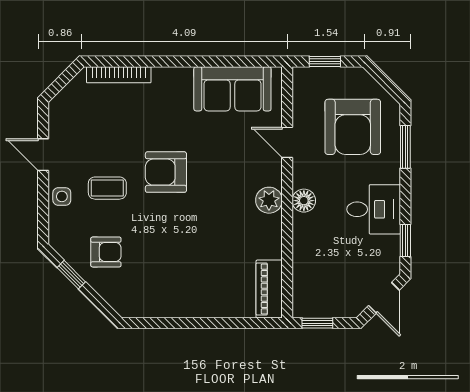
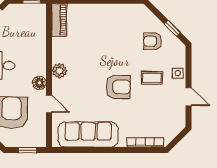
sofa: (232, 89) -> (88, 135), width x1.36
floor lamp: (304, 201) -> (39, 83), moved

